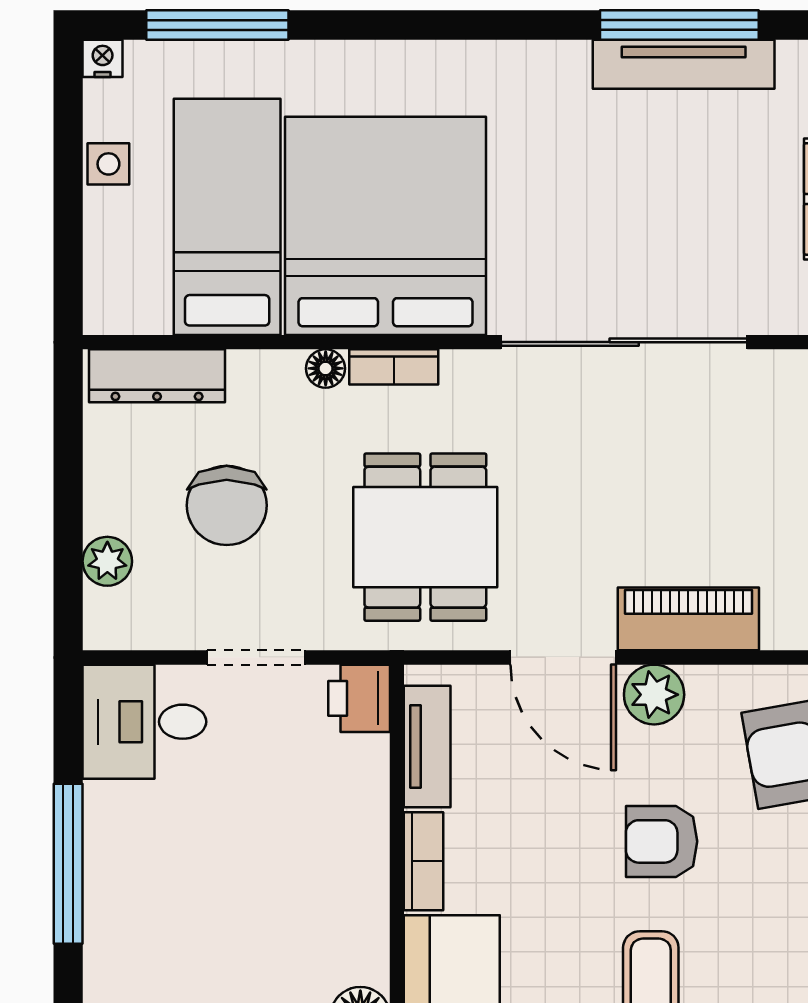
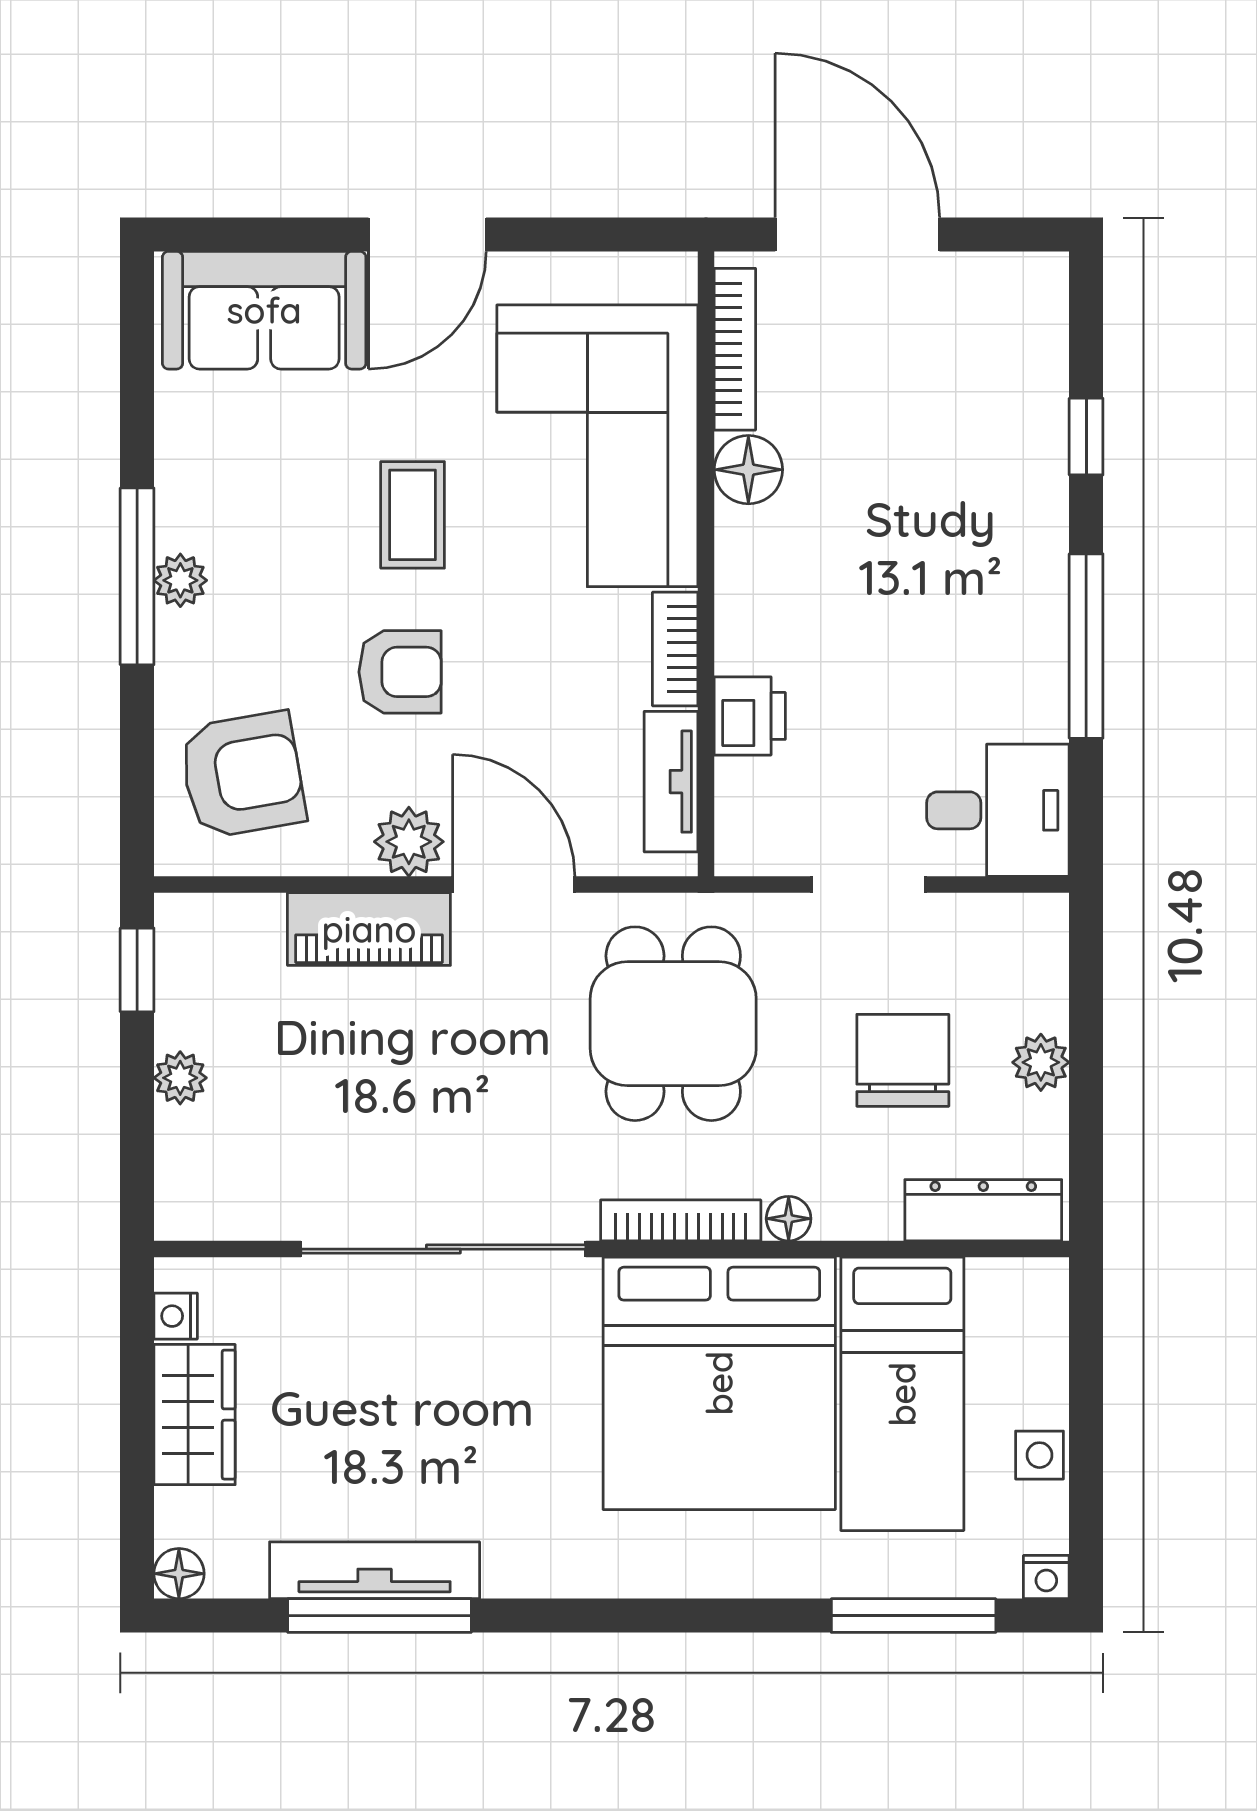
bookcase: (394, 367) -> (681, 1220), width x1.56
plant: (107, 561) -> (1041, 1062), moved
printer: (359, 698) -> (750, 716), moved

